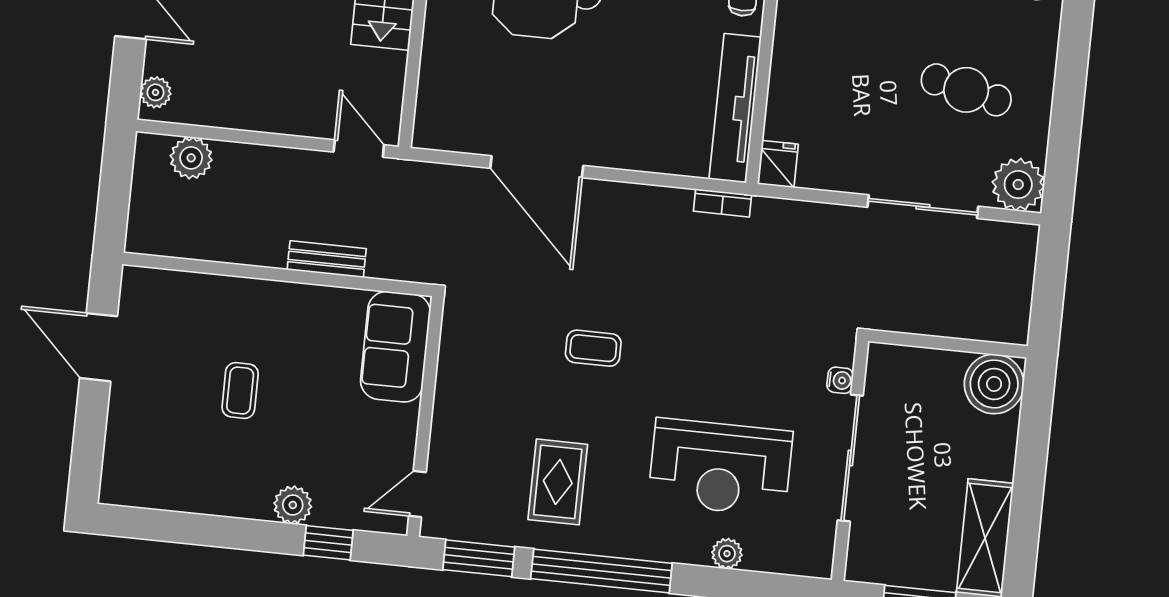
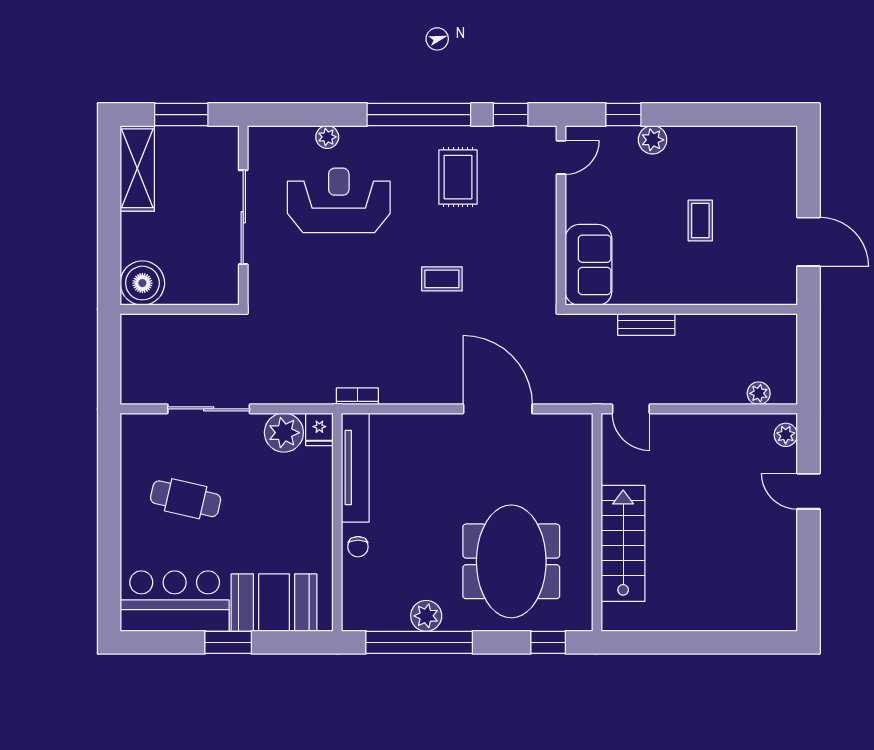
plant: (191, 158) -> (759, 393), width x0.73, depth x0.73
plant: (1018, 185) -> (284, 433), moved
water cooler: (840, 380) -> (257, 274), removed
window: (479, 558) -> (511, 115), width x0.67

